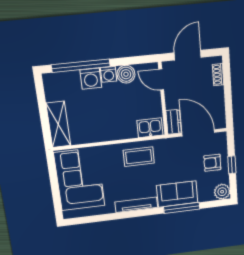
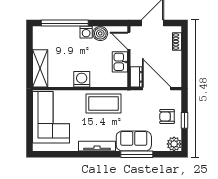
washing machine: (91, 79) -> (82, 79), moved, turned 180
kitchen sink: (150, 128) -> (120, 62), moved, turned -90
coffee table: (139, 157) -> (104, 103), width x1.36, depth x1.32

